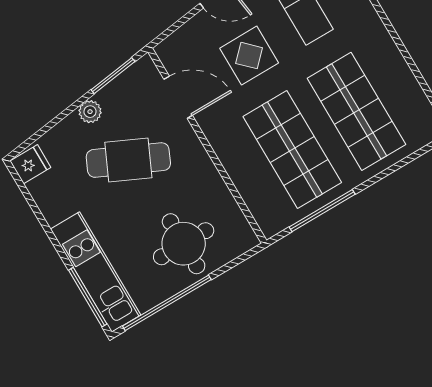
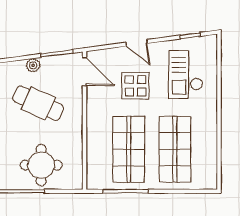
door: (178, 97) -> (85, 72), moved

